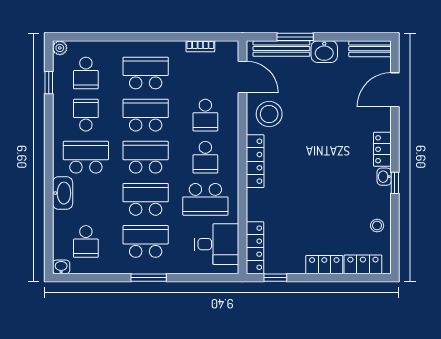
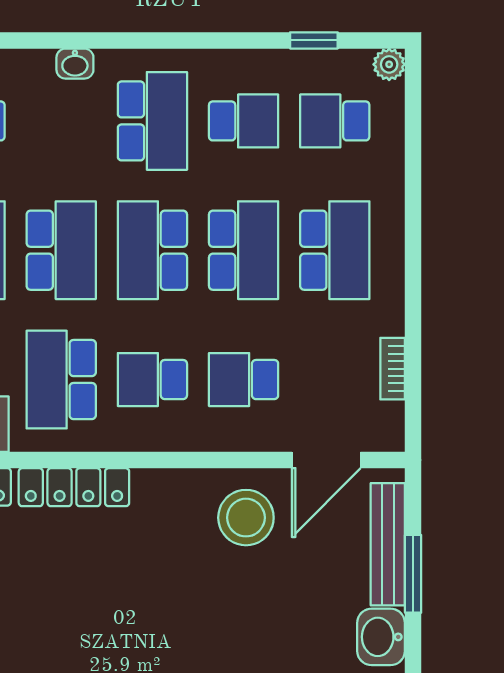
school desk: (146, 157) -> (152, 250), turned 180
locker: (255, 161) -> (74, 487), moved
washbasin: (63, 193) -> (75, 64), width x0.52, depth x0.69

